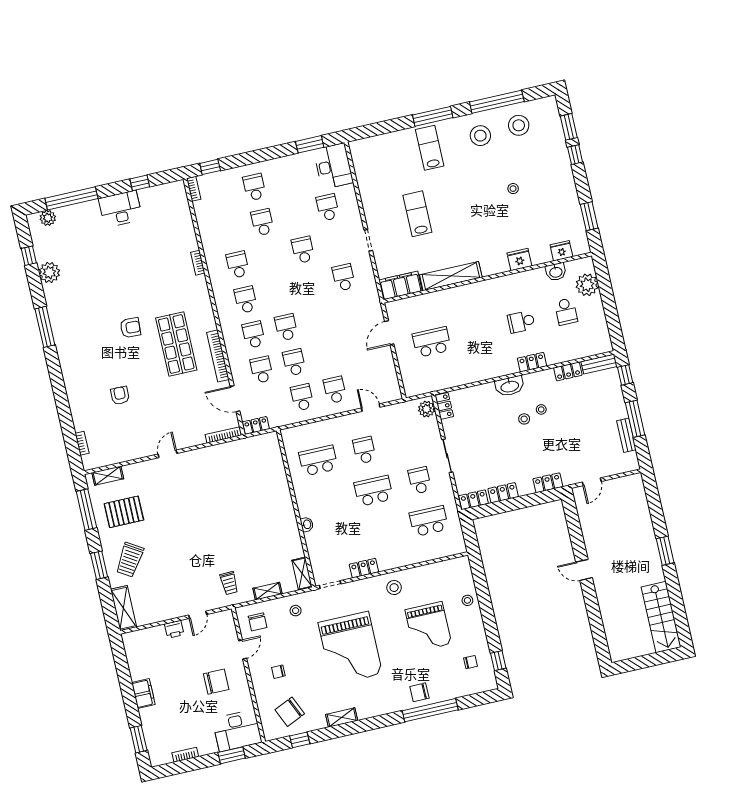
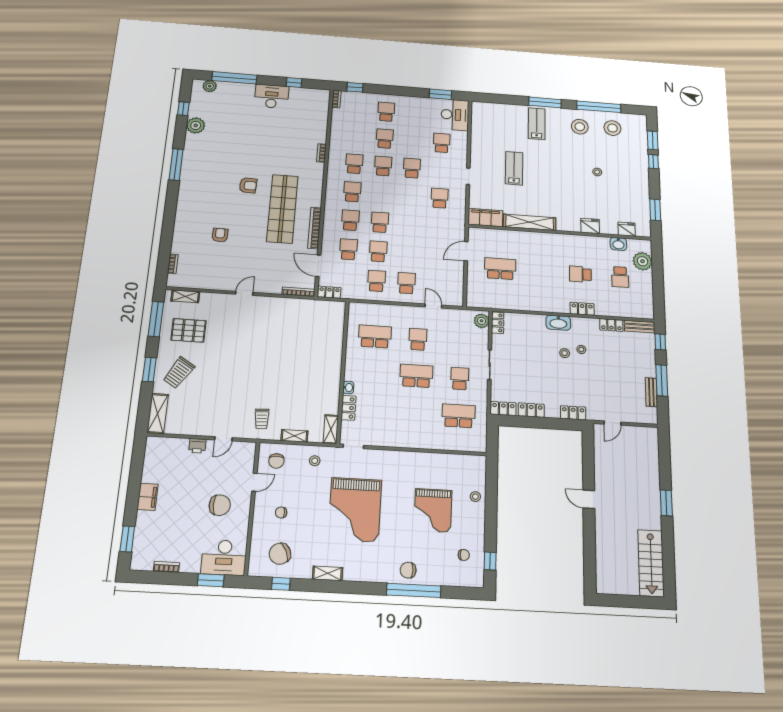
school desk: (270, 257) -> (383, 166), added
shop shelf: (176, 344) -> (282, 209), width x1.40
locker: (364, 568) -> (348, 408), moved, turned 90
stool: (394, 588) -> (411, 466), removed

